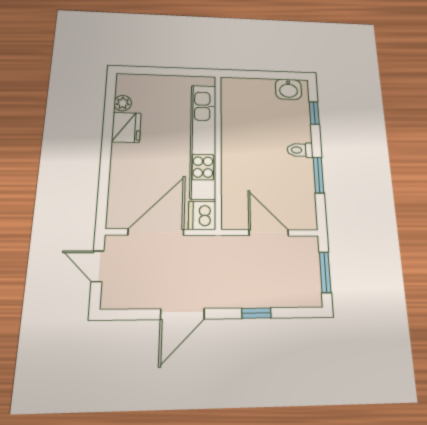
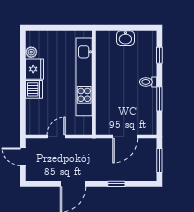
washbasin: (288, 89) -> (125, 38), moved
dishwasher: (202, 215) -> (34, 89), moved, turned 180
door: (156, 232) -> (56, 137), width x0.53
door: (269, 233) -> (125, 137), swing flipped

